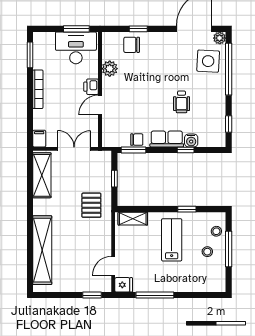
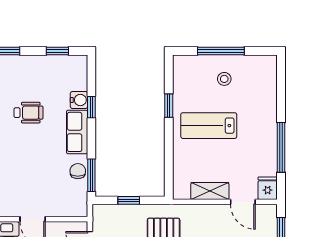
shelving: (133, 219) -> (210, 191), moved, turned 90
stool: (216, 231) -> (198, 67), removed

